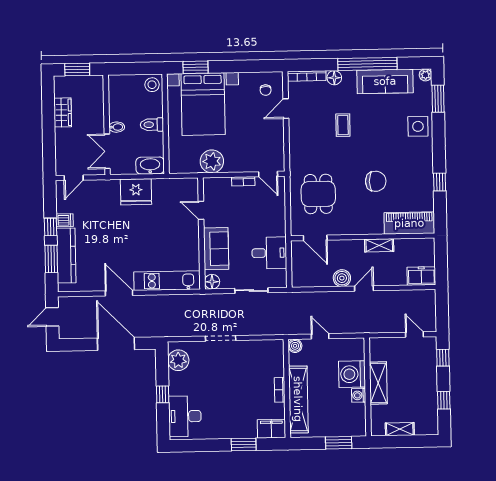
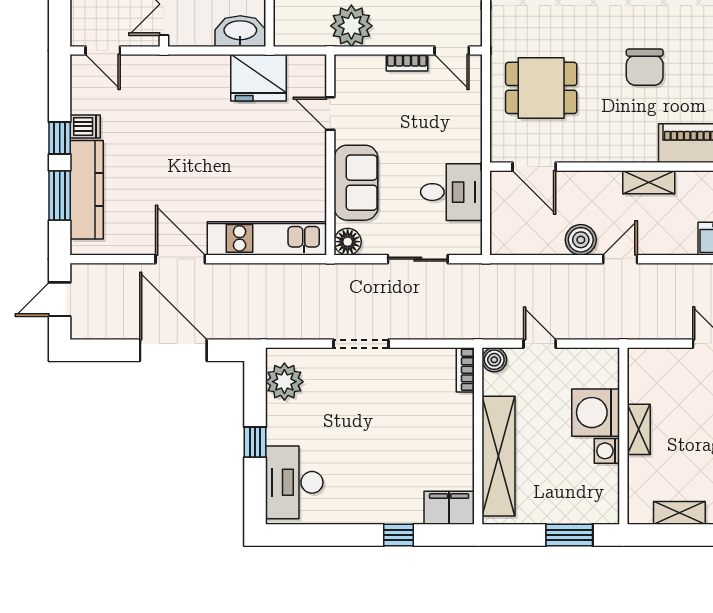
door: (74, 178) -> (103, 51), hinge flipped
chair: (376, 181) -> (645, 67), turned 90
fridge: (136, 192) -> (258, 78), moved
dining table: (318, 194) -> (541, 88), turned 90
shelving: (378, 383) -> (639, 429), width x0.67, depth x0.75
bookcase: (280, 390) -> (465, 370), moved
window: (244, 444) -> (399, 535), width x0.67

